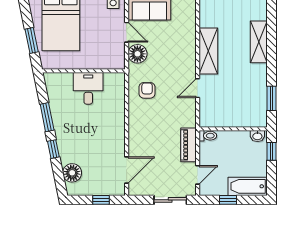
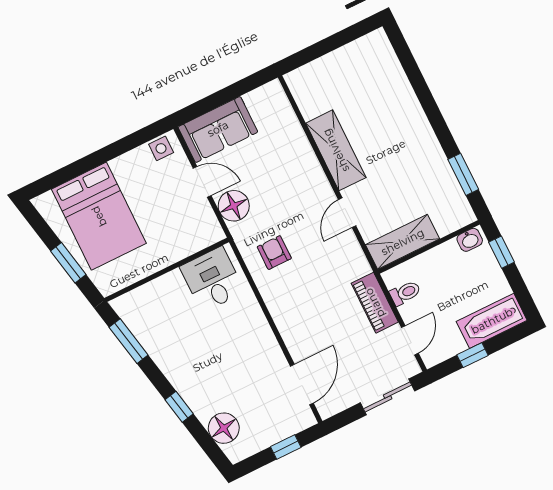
shelving: (259, 42) -> (403, 242), moved, turned 90
desk: (88, 88) -> (212, 279), moved
window: (47, 117) -> (129, 341), moved
toilet: (208, 136) -> (405, 293), moved

